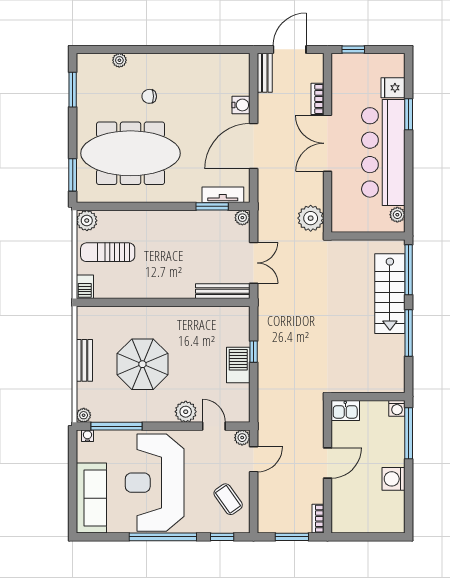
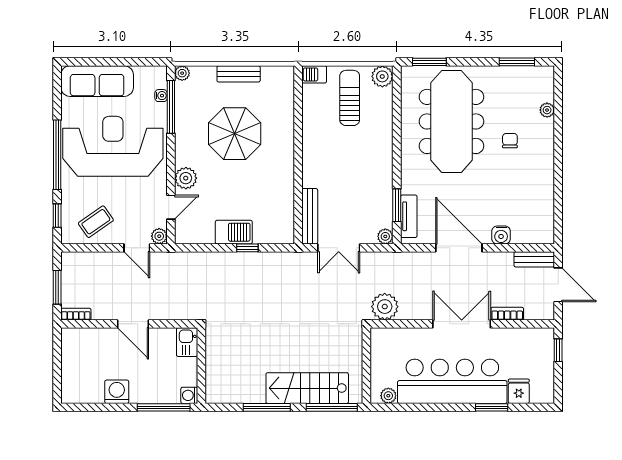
water cooler: (87, 436) -> (161, 96), moved

